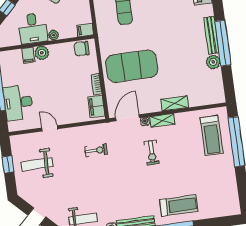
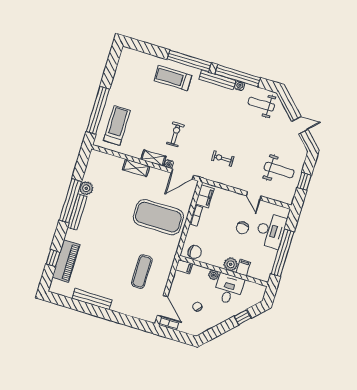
chair: (47, 93) -> (242, 228), added

